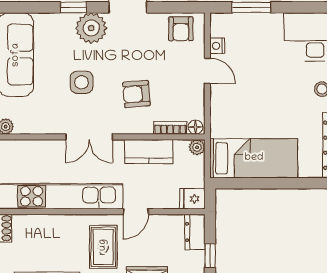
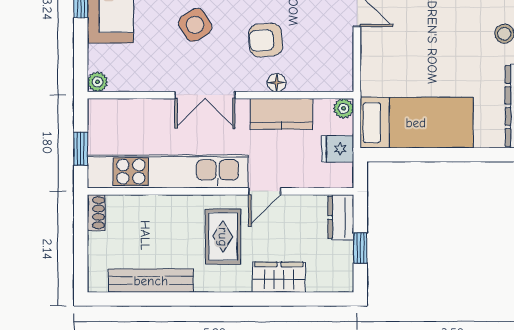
side table: (82, 82) -> (195, 25), turned -32
floor lamp: (195, 127) -> (277, 83), moved
bookcase: (170, 128) -> (309, 84), removed
fridge: (192, 199) -> (338, 149), moved

